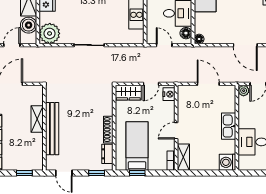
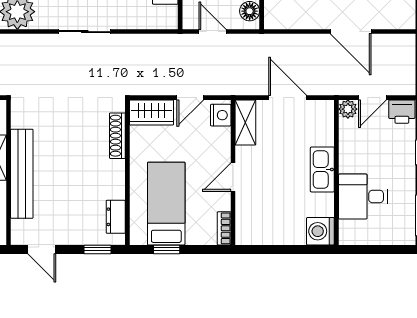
floor lamp: (199, 39) -> (272, 21), removed
shoe rack: (108, 130) -> (117, 136), moved
shelving: (183, 157) -> (245, 122), moved

